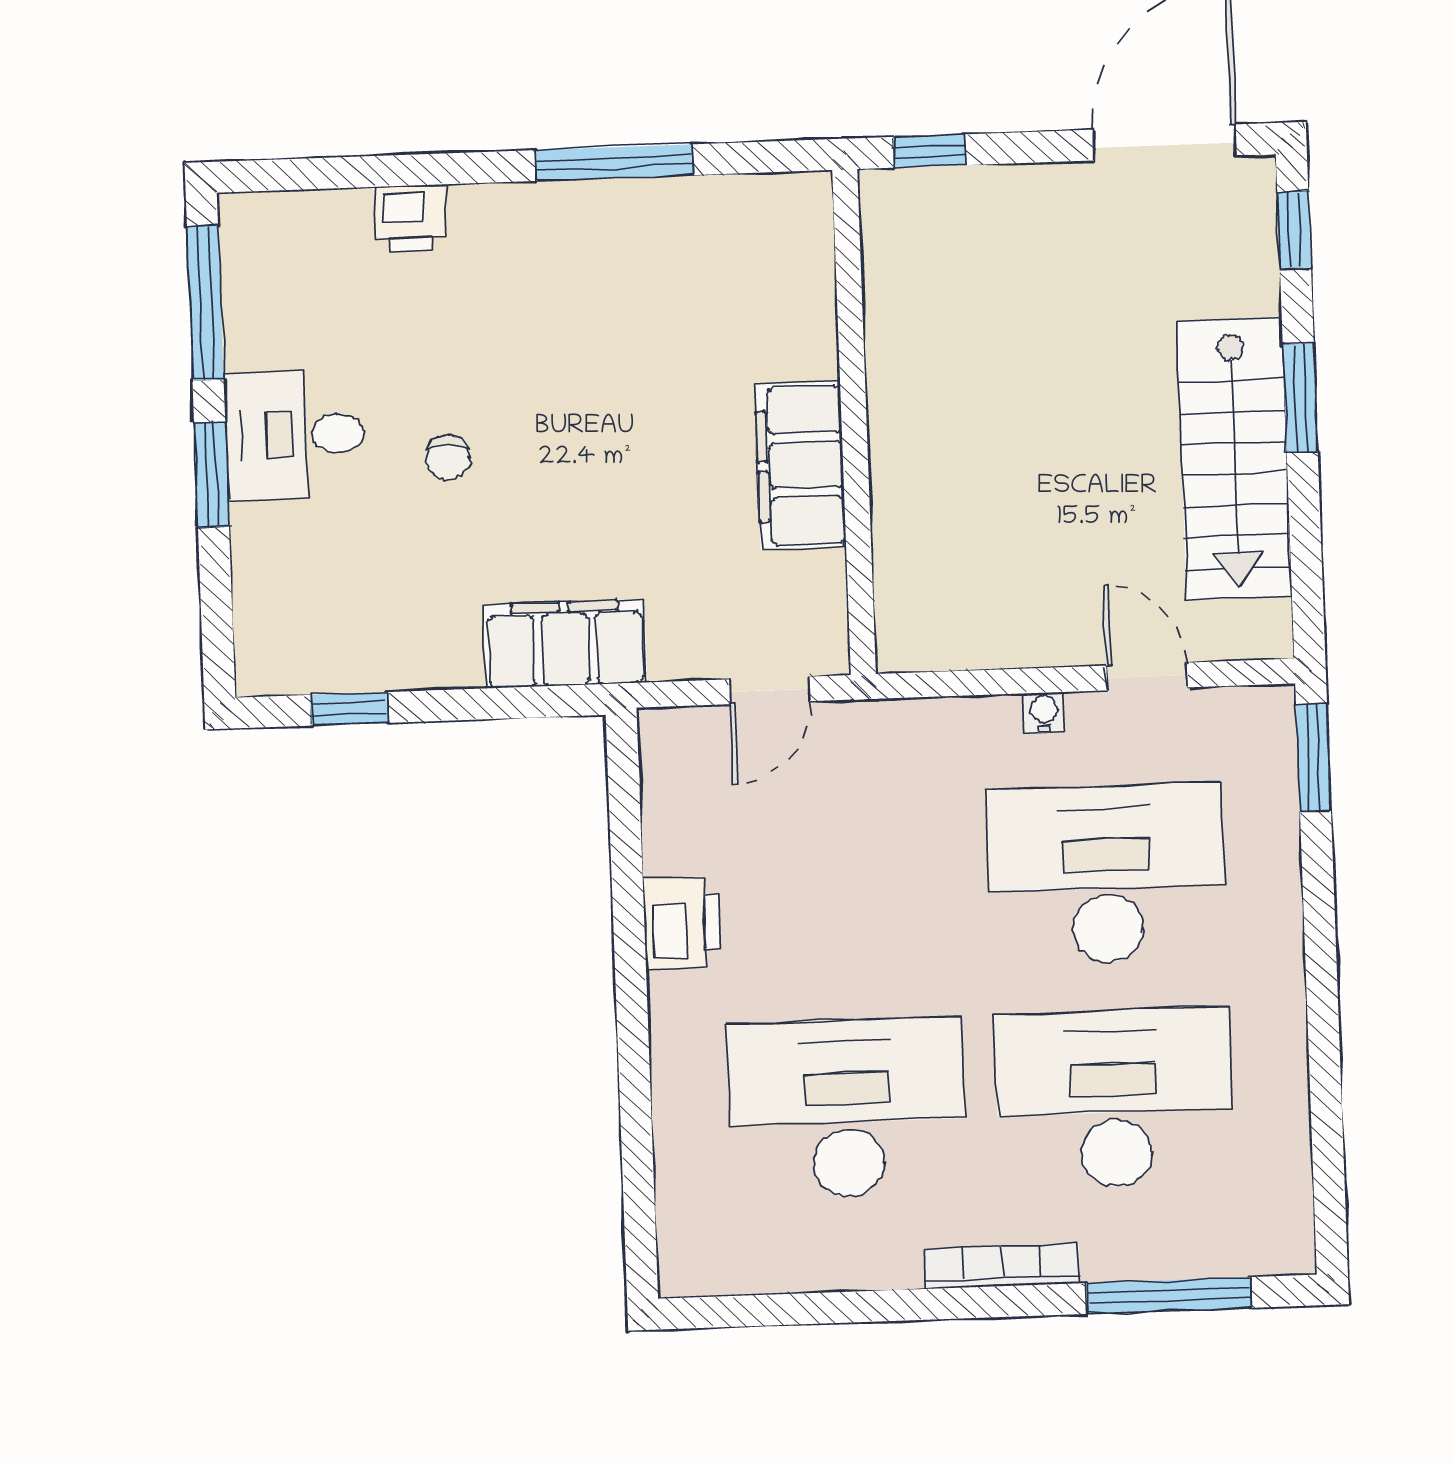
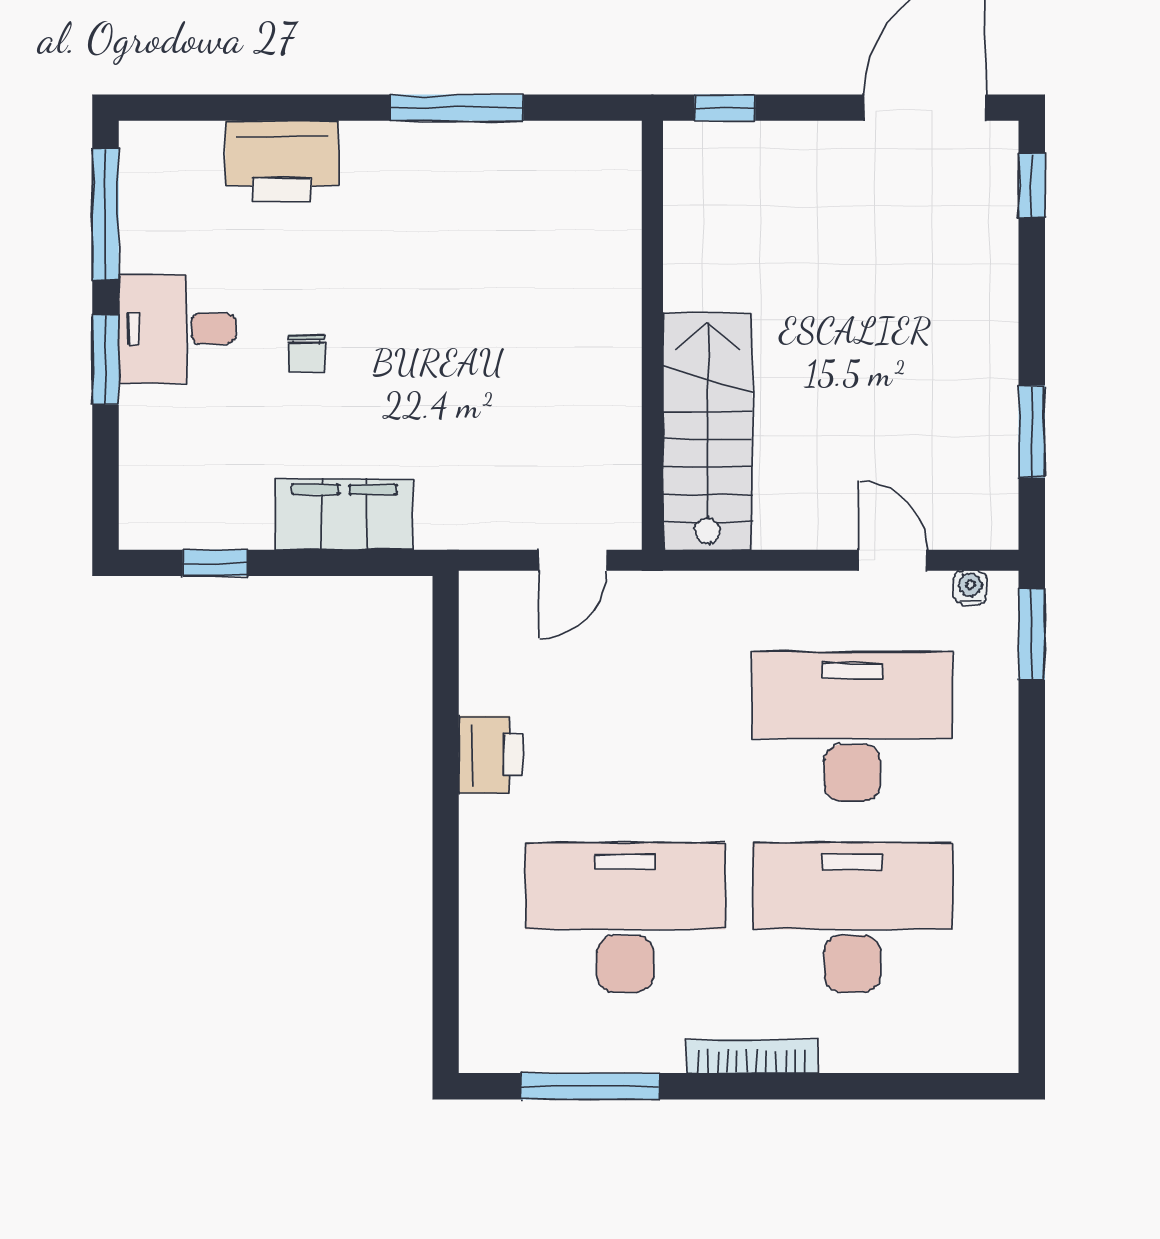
printer: (410, 218) -> (282, 161), width x1.87, depth x1.48
window: (1300, 398) -> (1032, 431), moved
stairs: (1234, 459) -> (708, 431), moved, turned 180
filing cabinet: (800, 465) -> (605, 370), removed
filing cabinet: (565, 644) -> (344, 514), moved
water cooler: (1044, 712) -> (970, 588), moved
window: (1168, 1295) -> (590, 1086), moved

